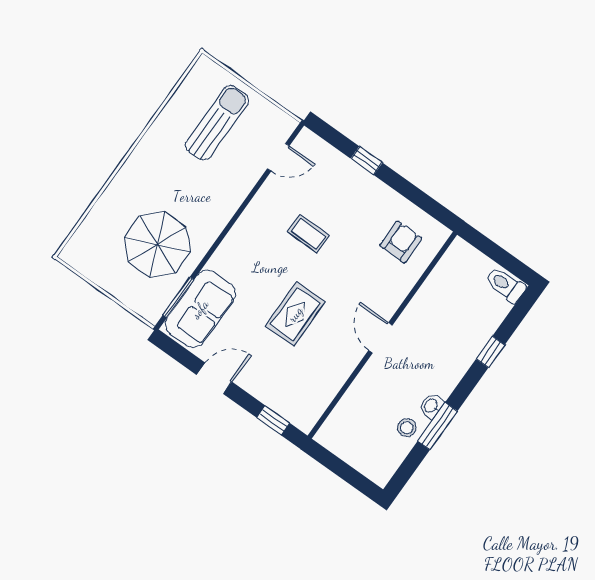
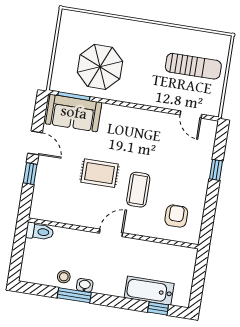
coffee table: (309, 234) -> (138, 190), moved, width x1.36, depth x1.30
armchair: (401, 242) -> (176, 216), turned -90
toilet: (505, 285) -> (40, 232), moved, turned 90
bathtub: (480, 326) -> (149, 291), added
window: (490, 352) -> (158, 309), moved
window: (273, 420) -> (30, 174), moved

